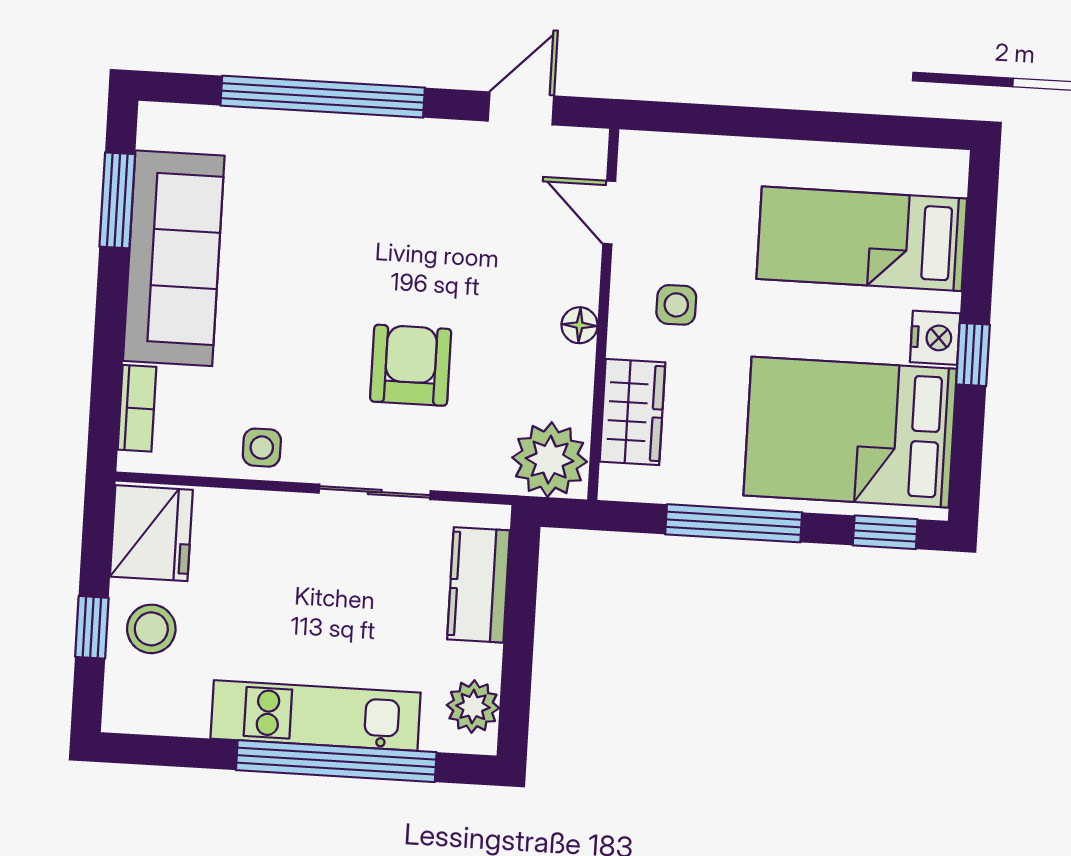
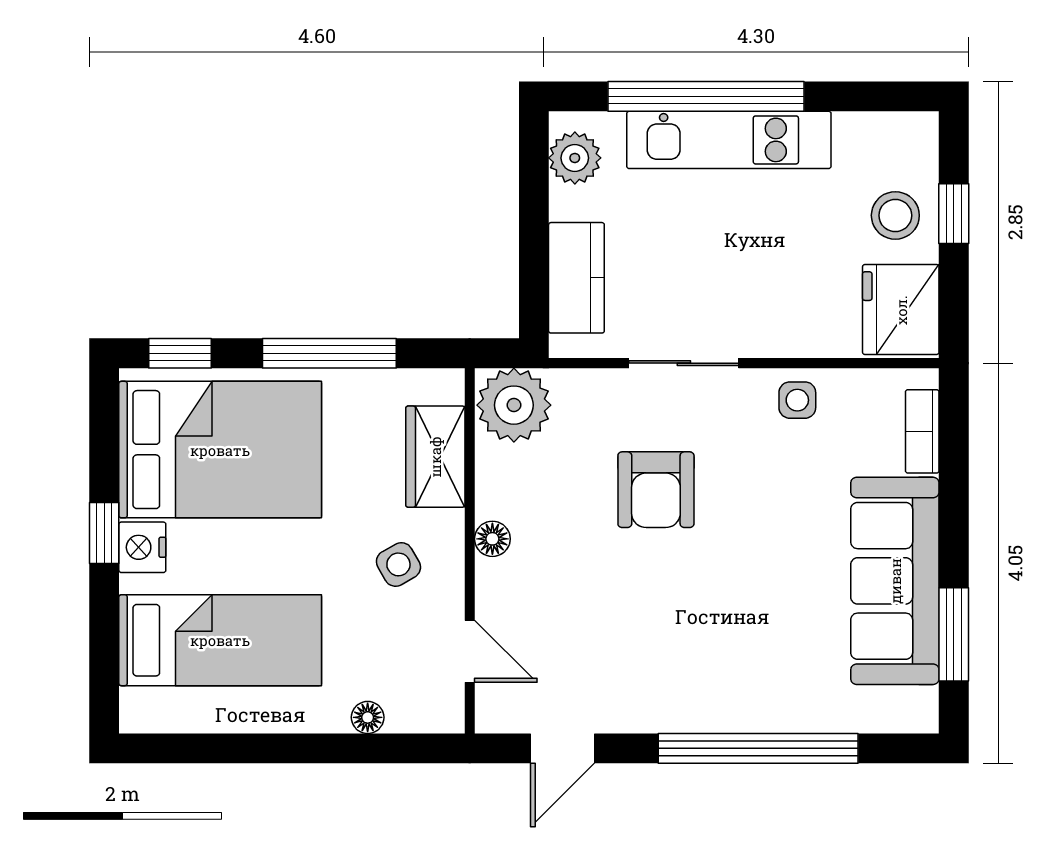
floor lamp: (717, 152) -> (368, 717), added
side table: (676, 305) -> (398, 564), turned -30

